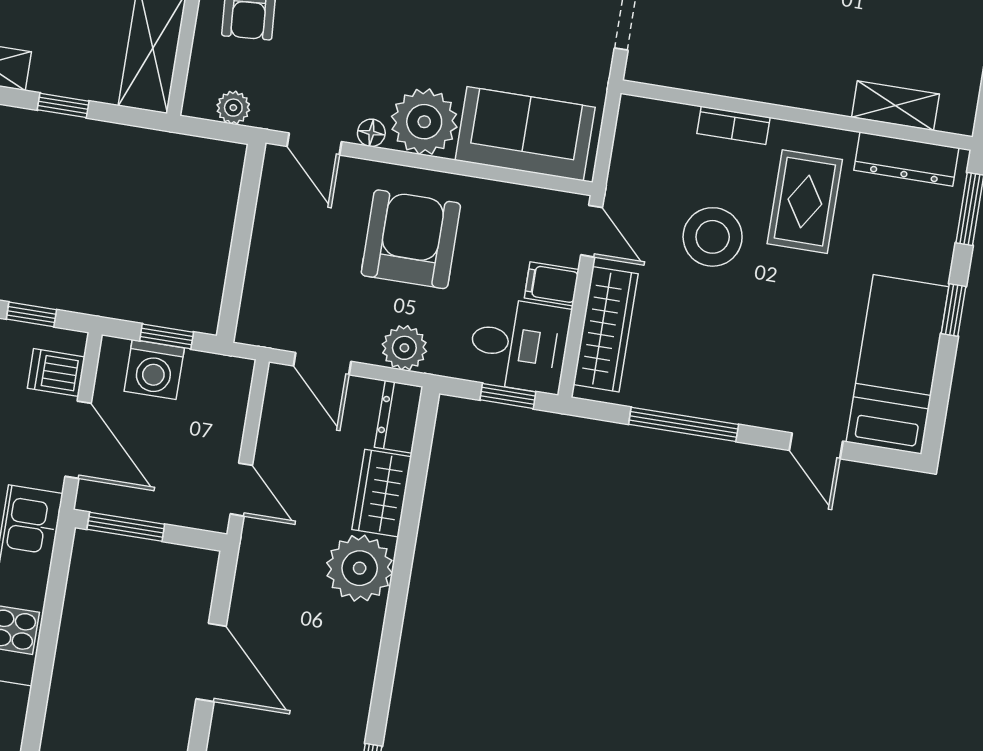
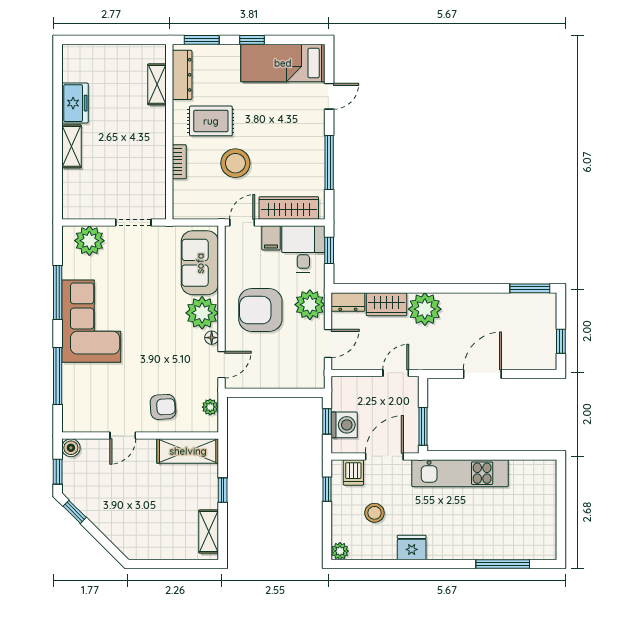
plant: (404, 348) -> (310, 305), width x1.36, depth x1.36

